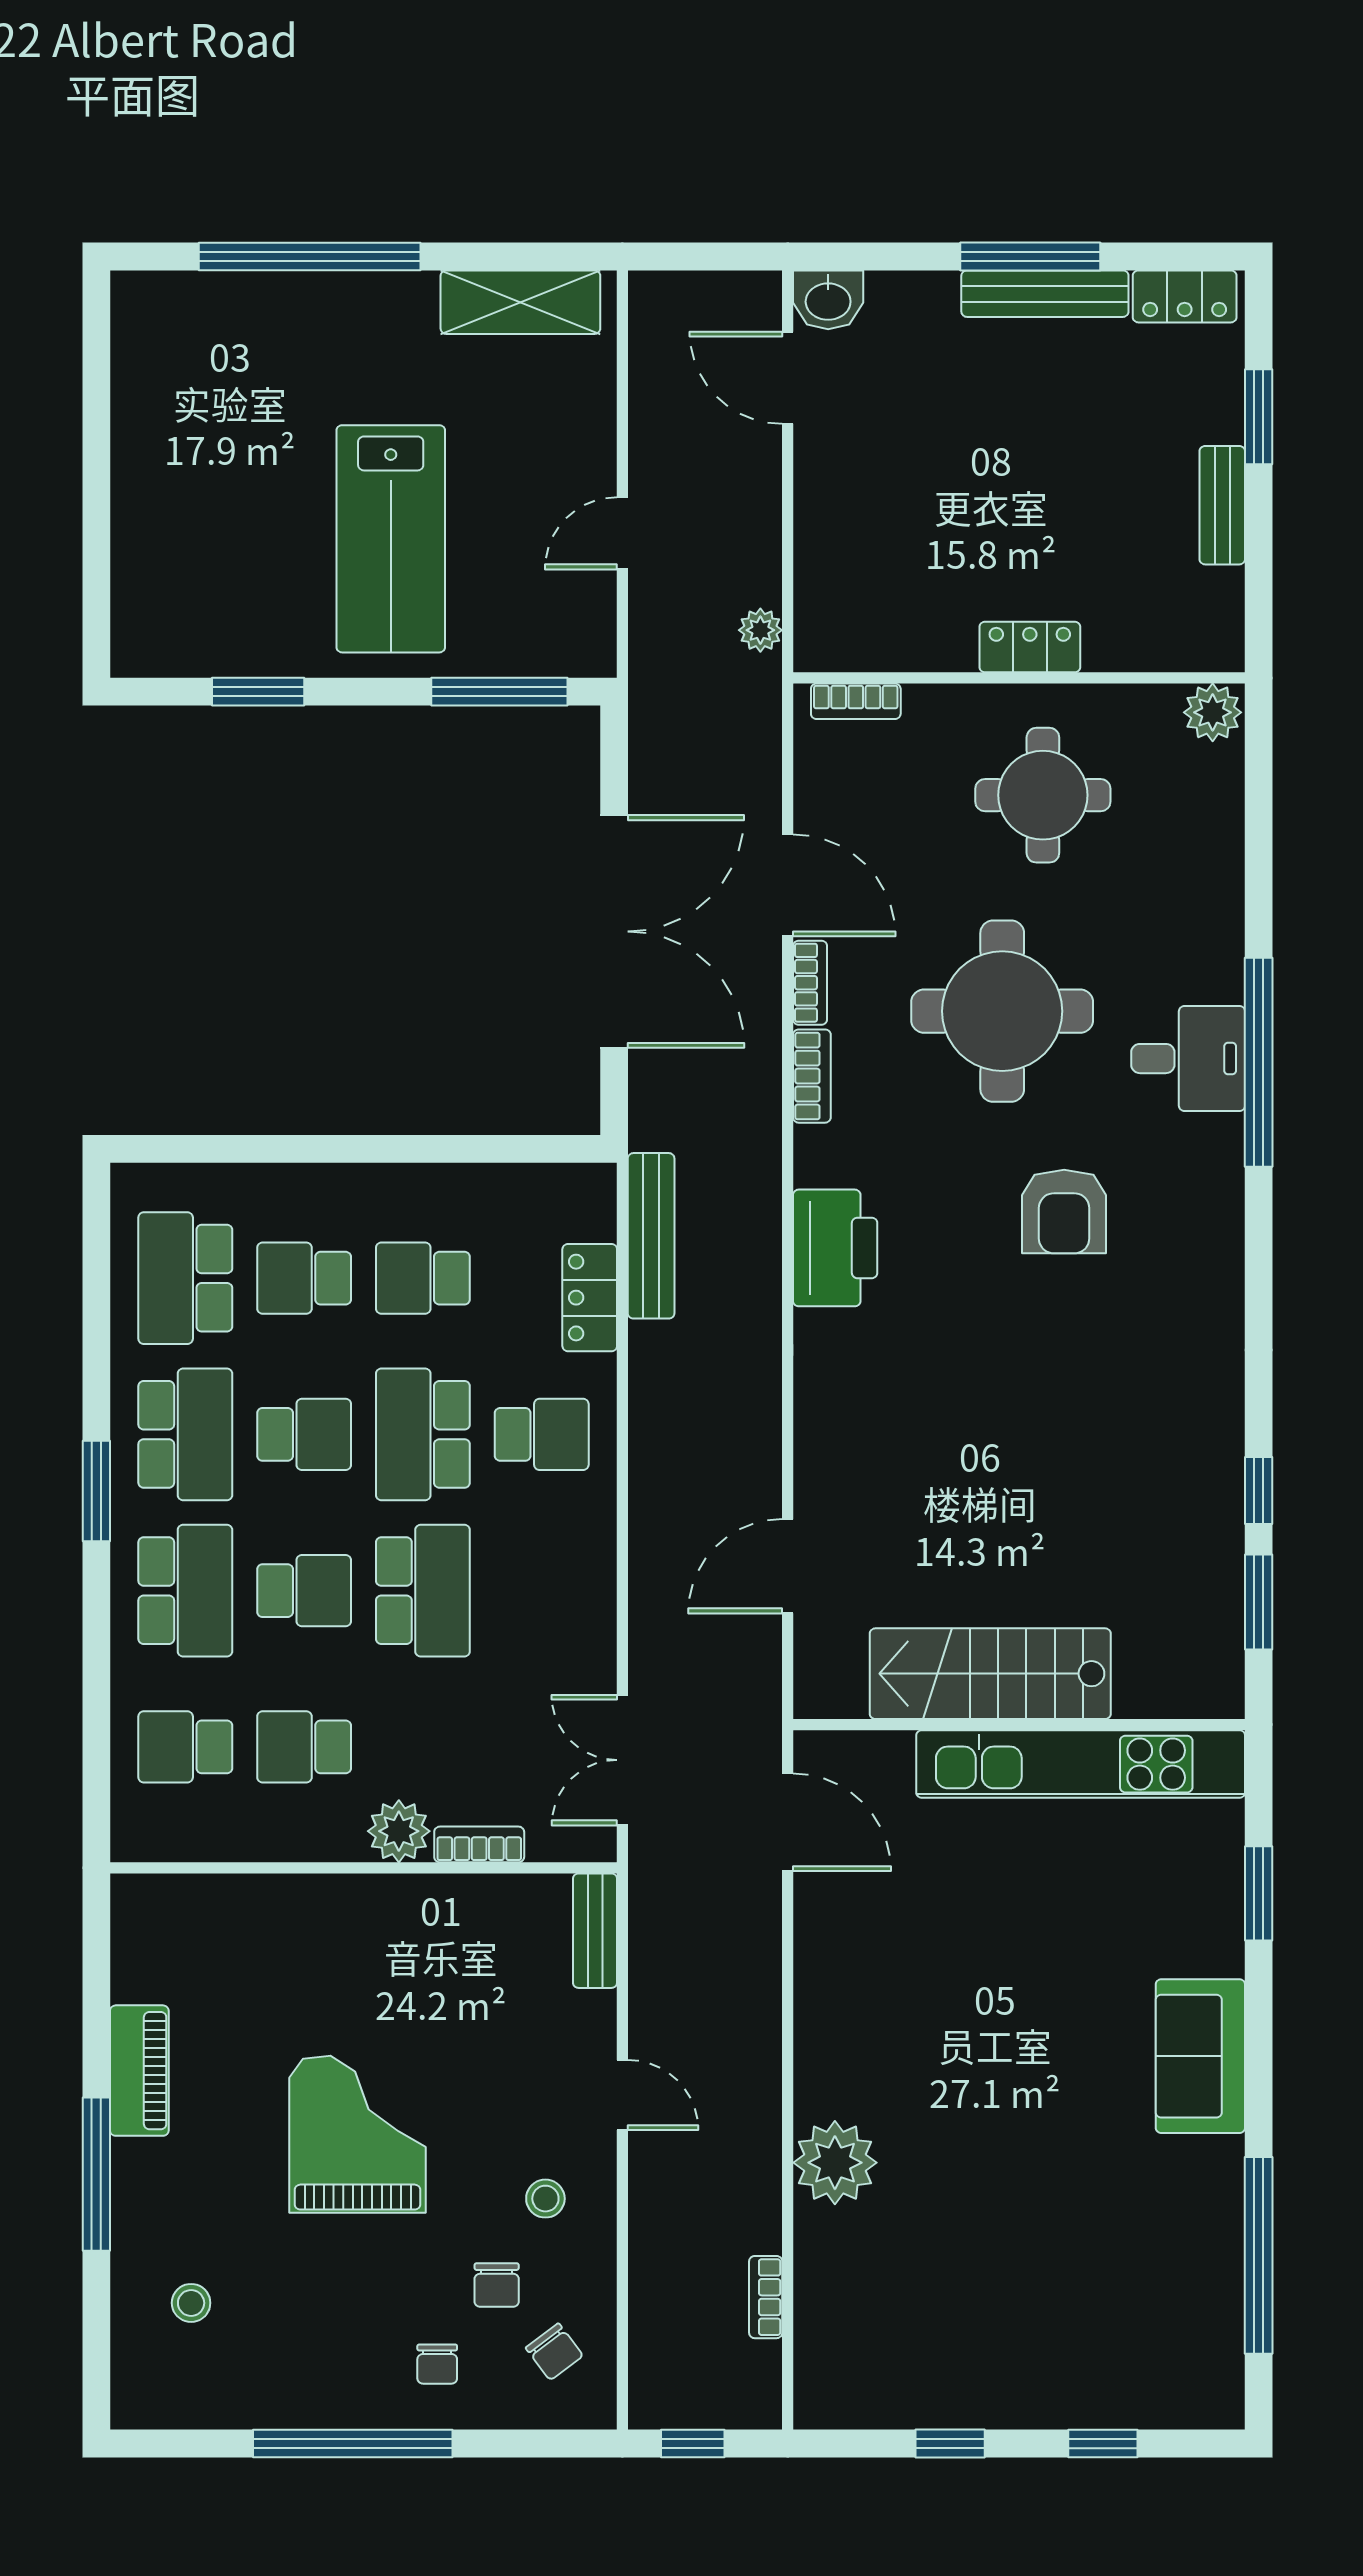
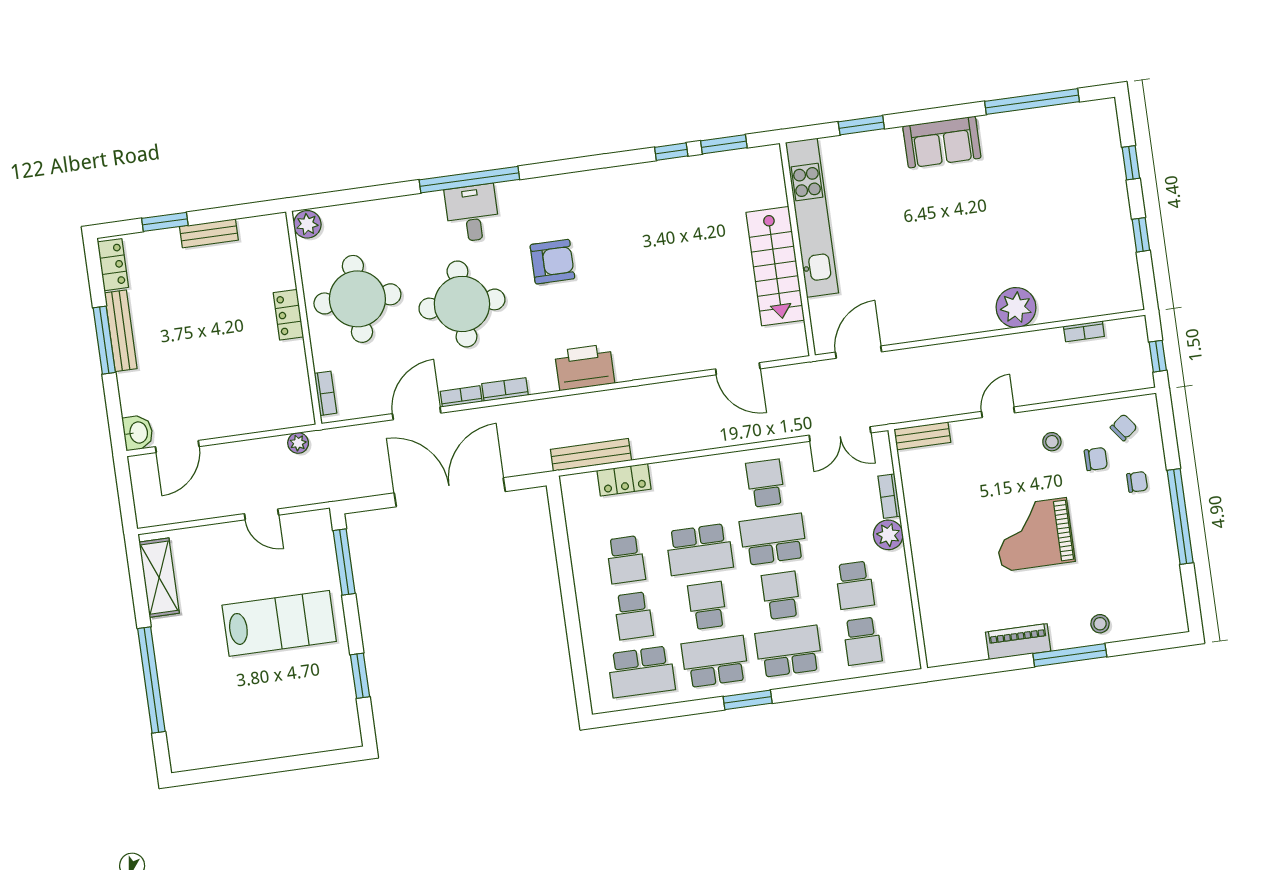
round table: (1043, 795) -> (357, 299), width x1.36, depth x1.36
school desk: (542, 1434) -> (765, 483), moved
stool: (191, 2303) -> (1100, 624), moved

